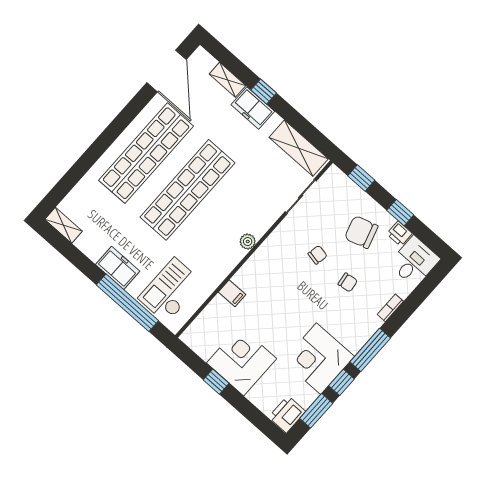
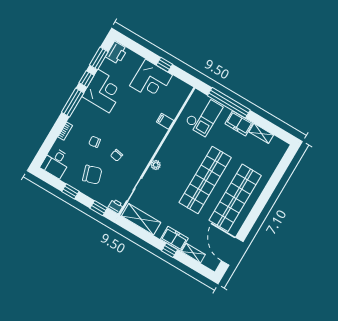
shelving: (64, 225) -> (261, 133), moved
printer: (399, 234) -> (116, 206), moved
plant: (248, 242) -> (156, 165), moved

